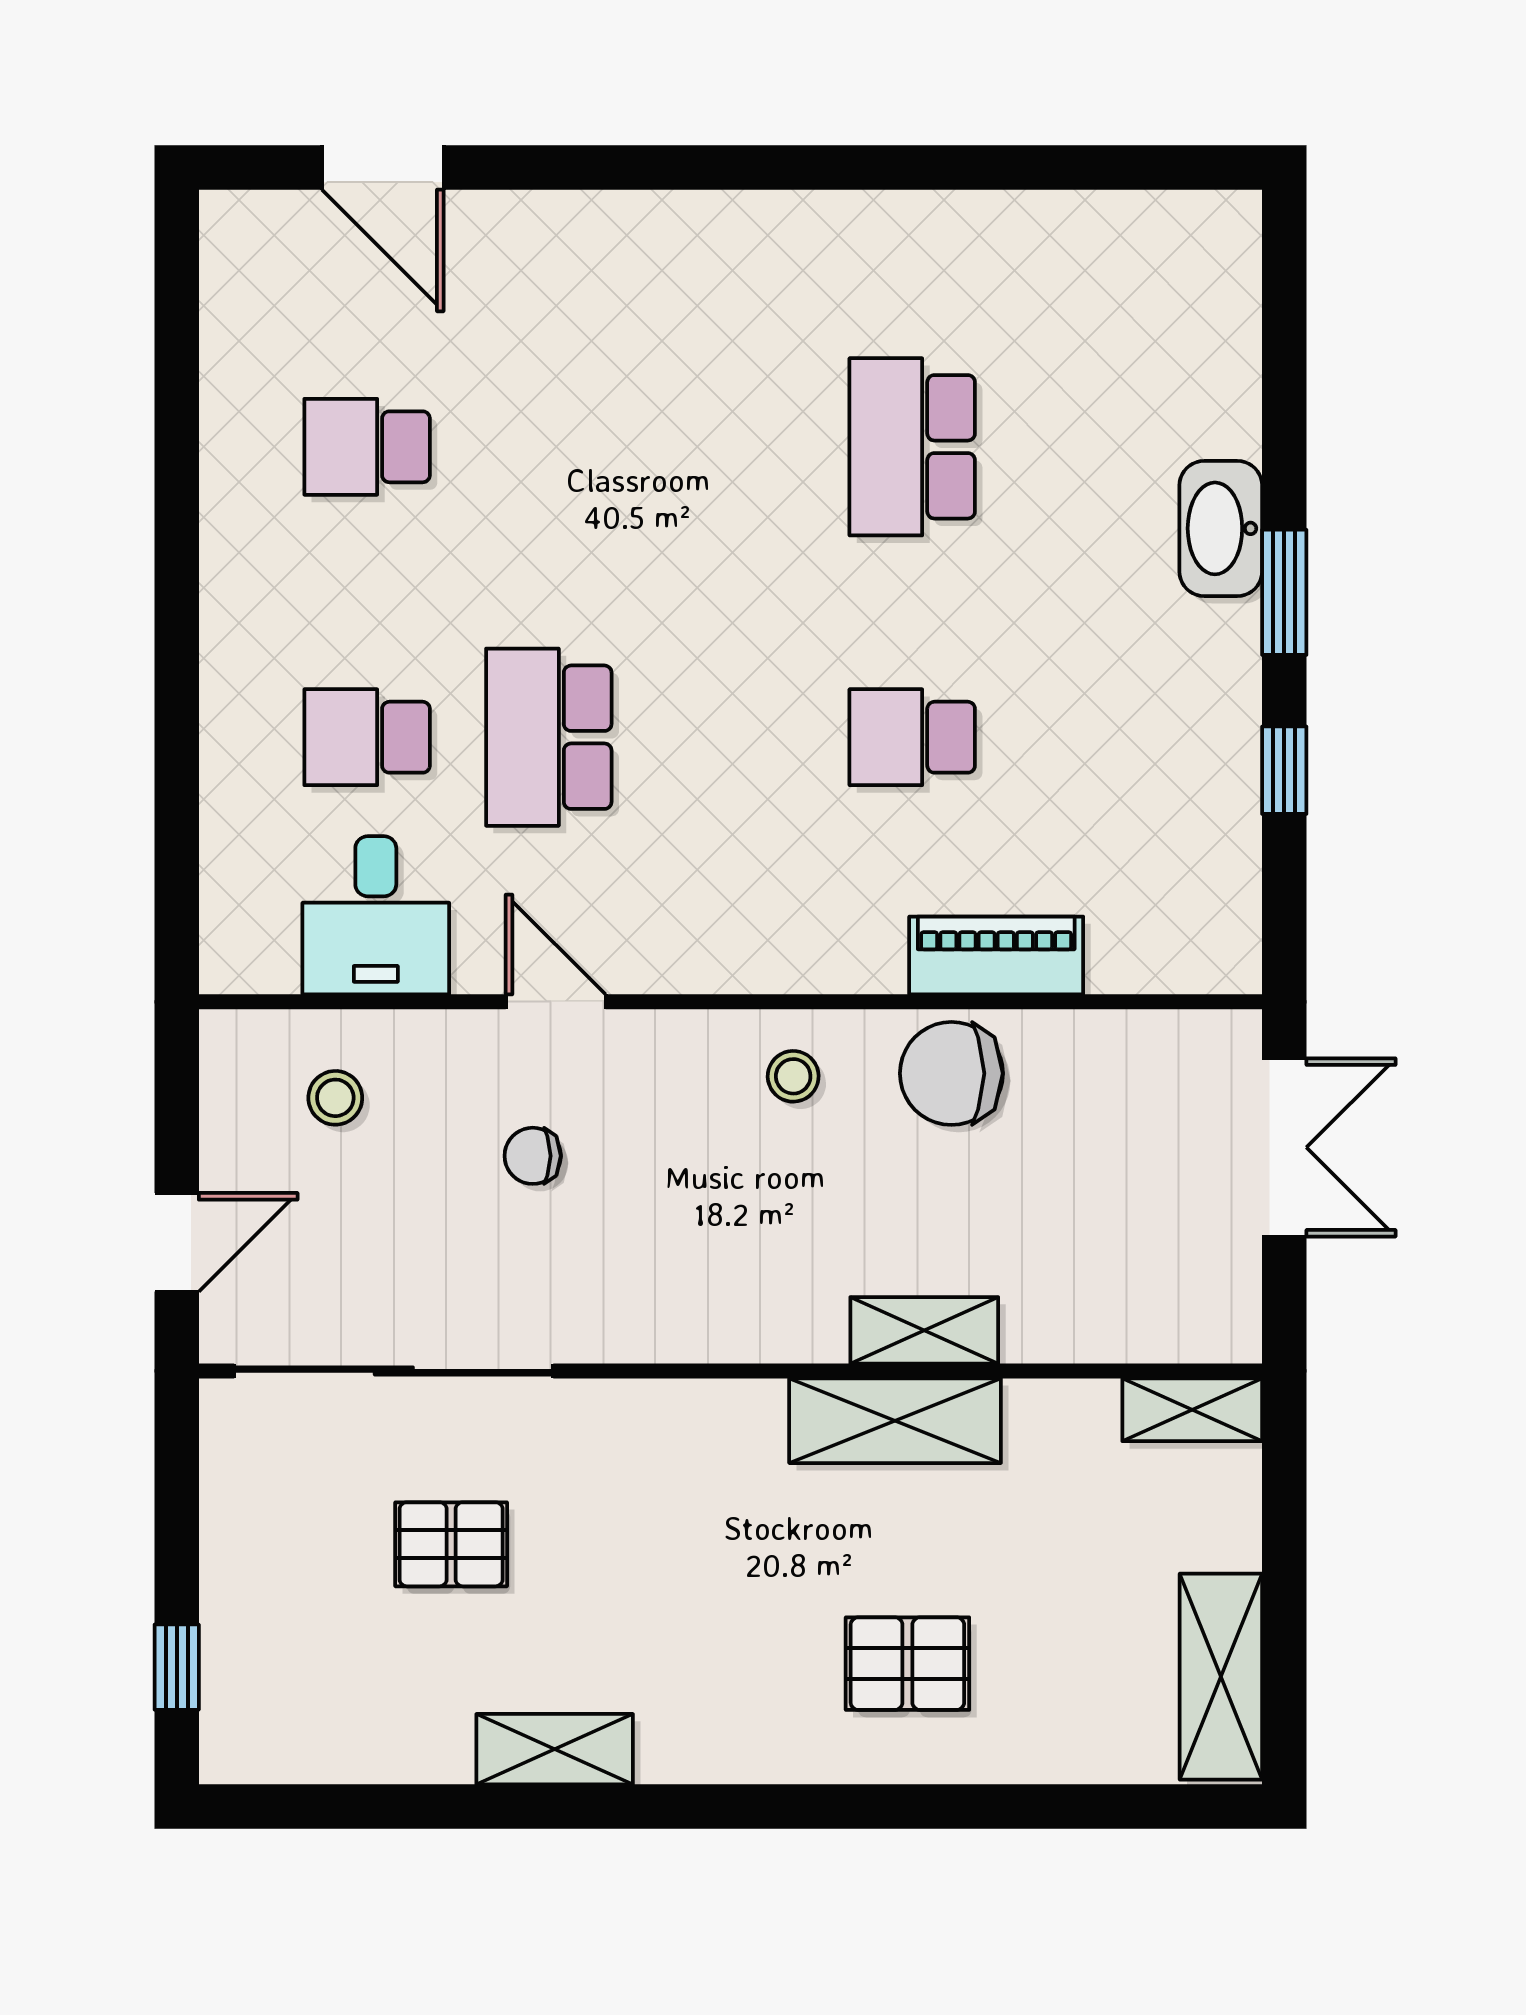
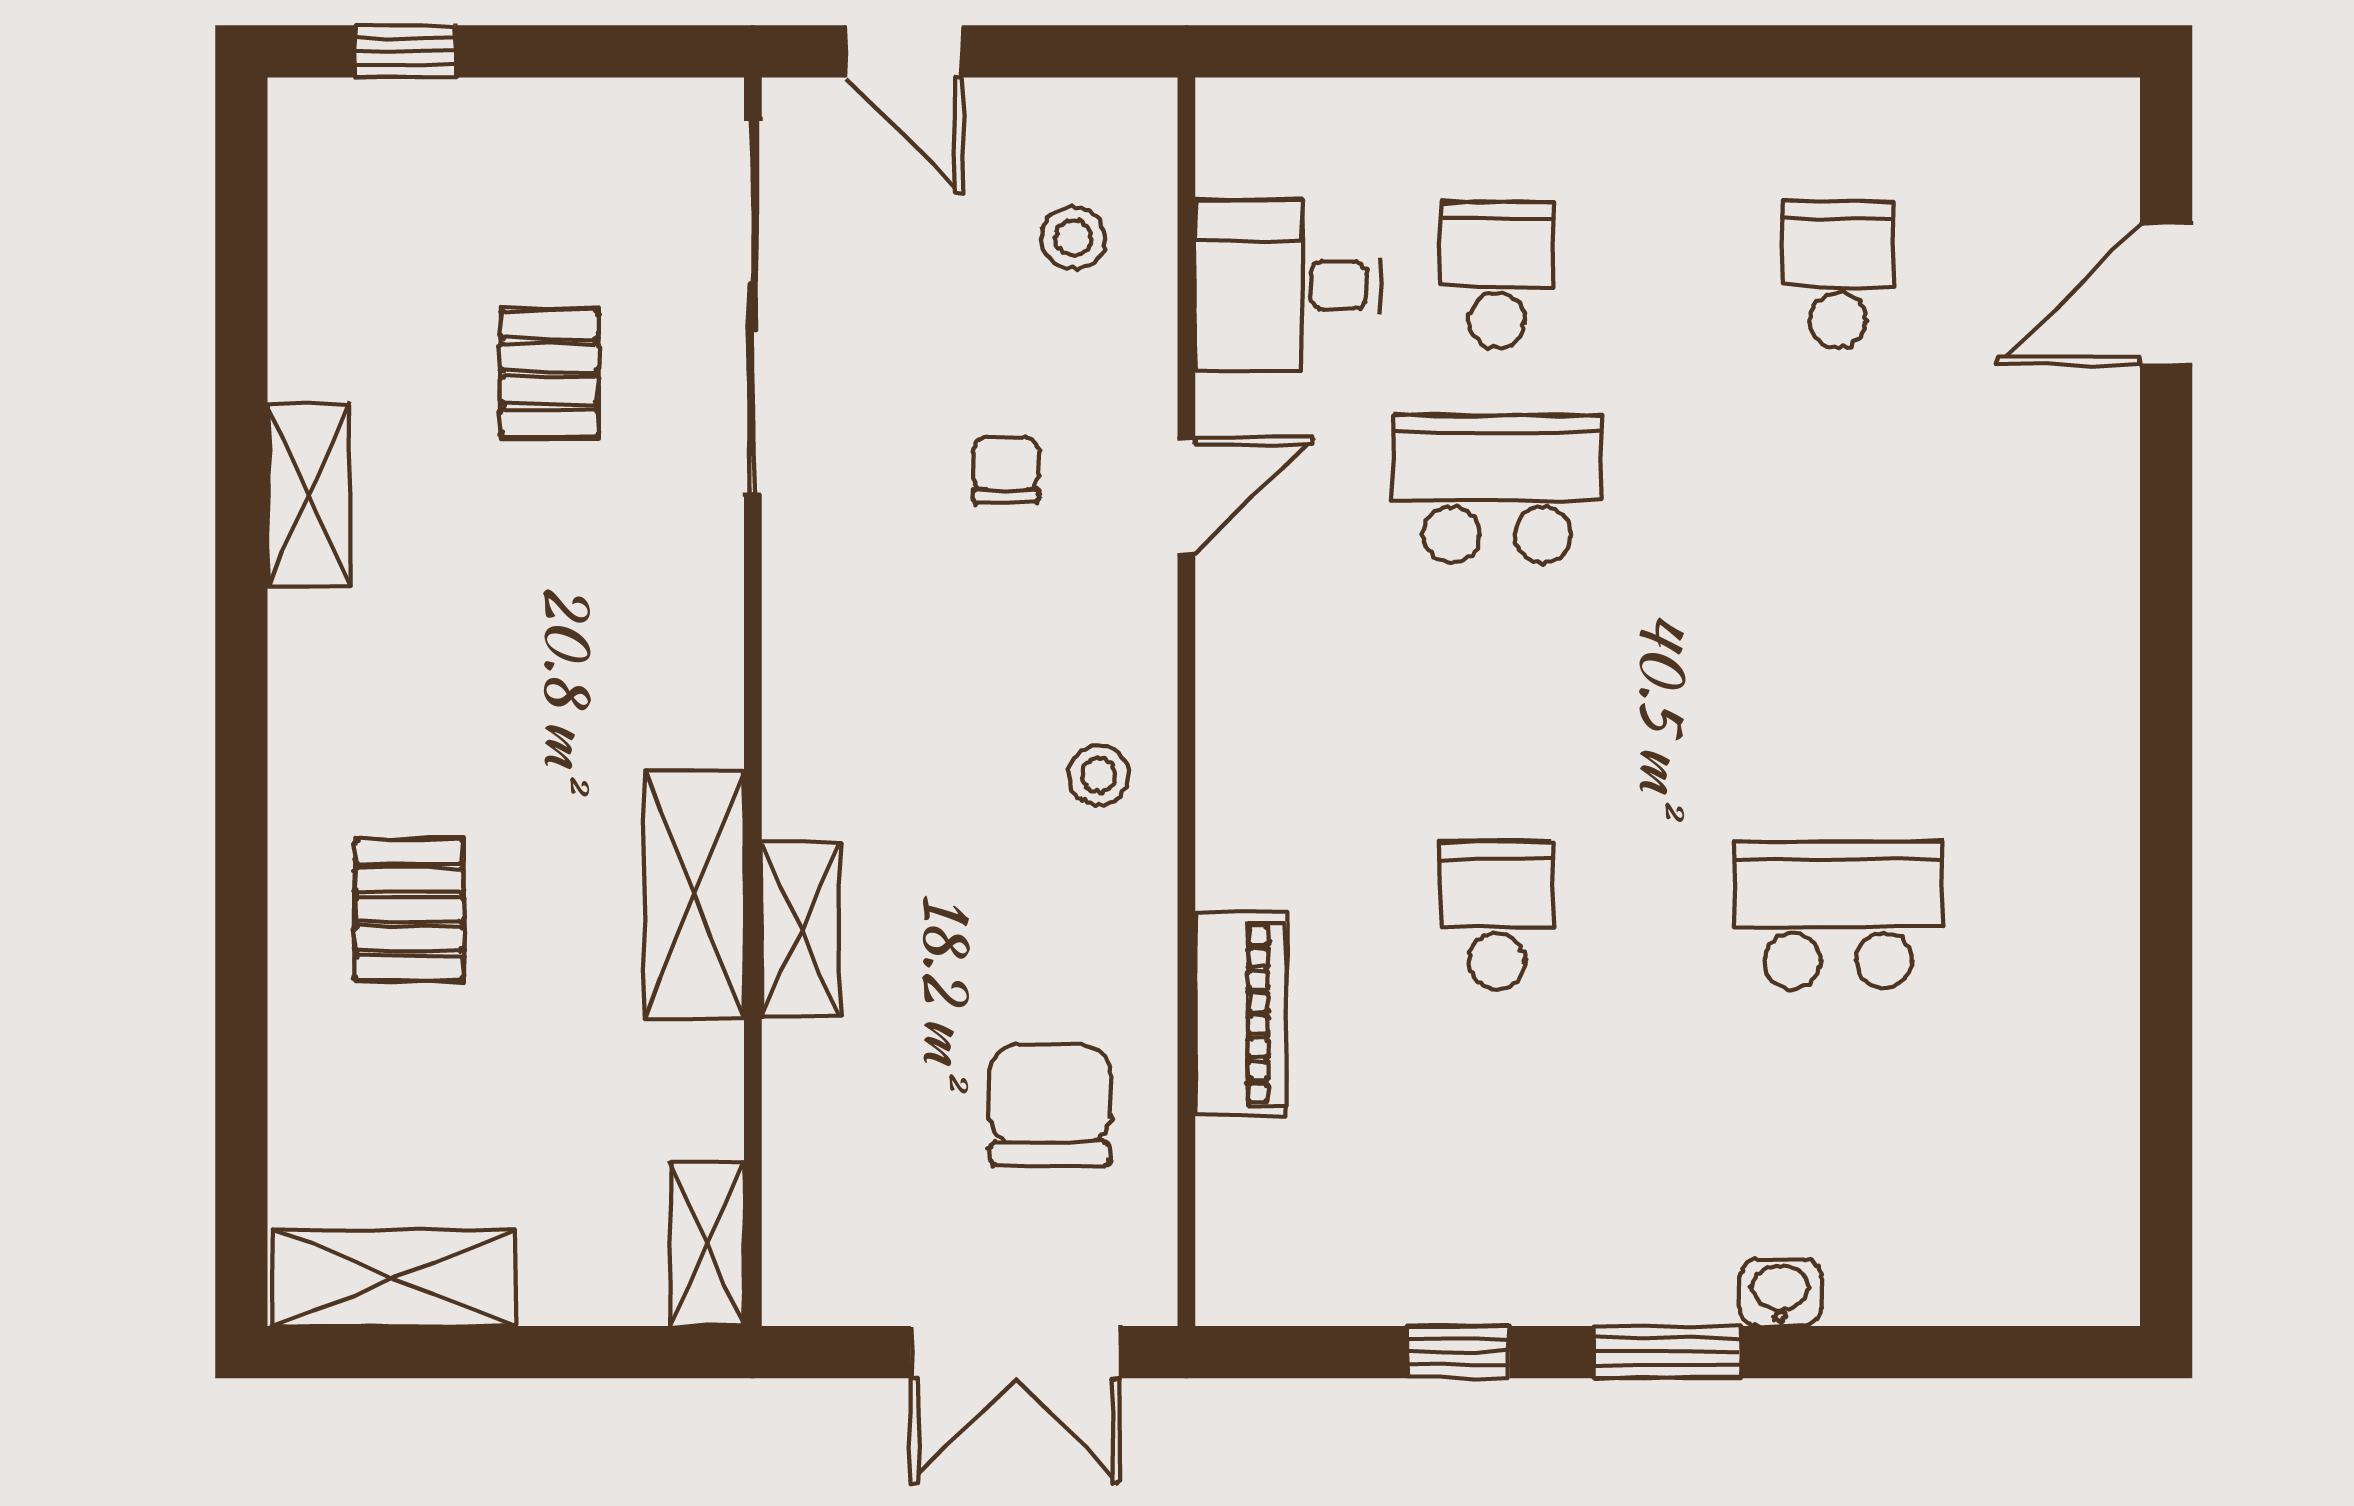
washbasin: (1221, 528) -> (1780, 1292), width x0.52, depth x0.69
chair: (951, 1073) -> (1050, 1106), moved

